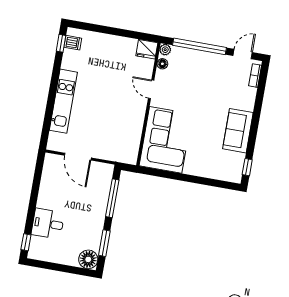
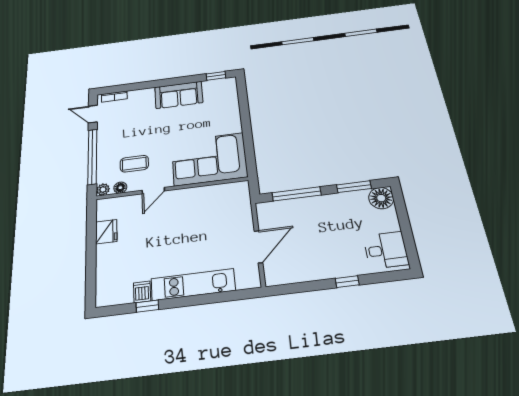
window: (61, 43) -> (147, 306), moved
dishwasher: (73, 43) -> (142, 292), moved
fridge: (147, 49) -> (106, 232), moved
coffee table: (181, 79) -> (134, 164), added
desk: (48, 224) -> (386, 250), moved, turned -90
window: (26, 242) -> (347, 282), moved

